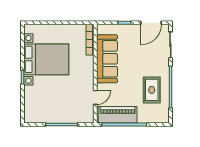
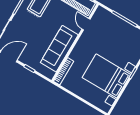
door: (95, 97) -> (86, 24), hinge flipped

